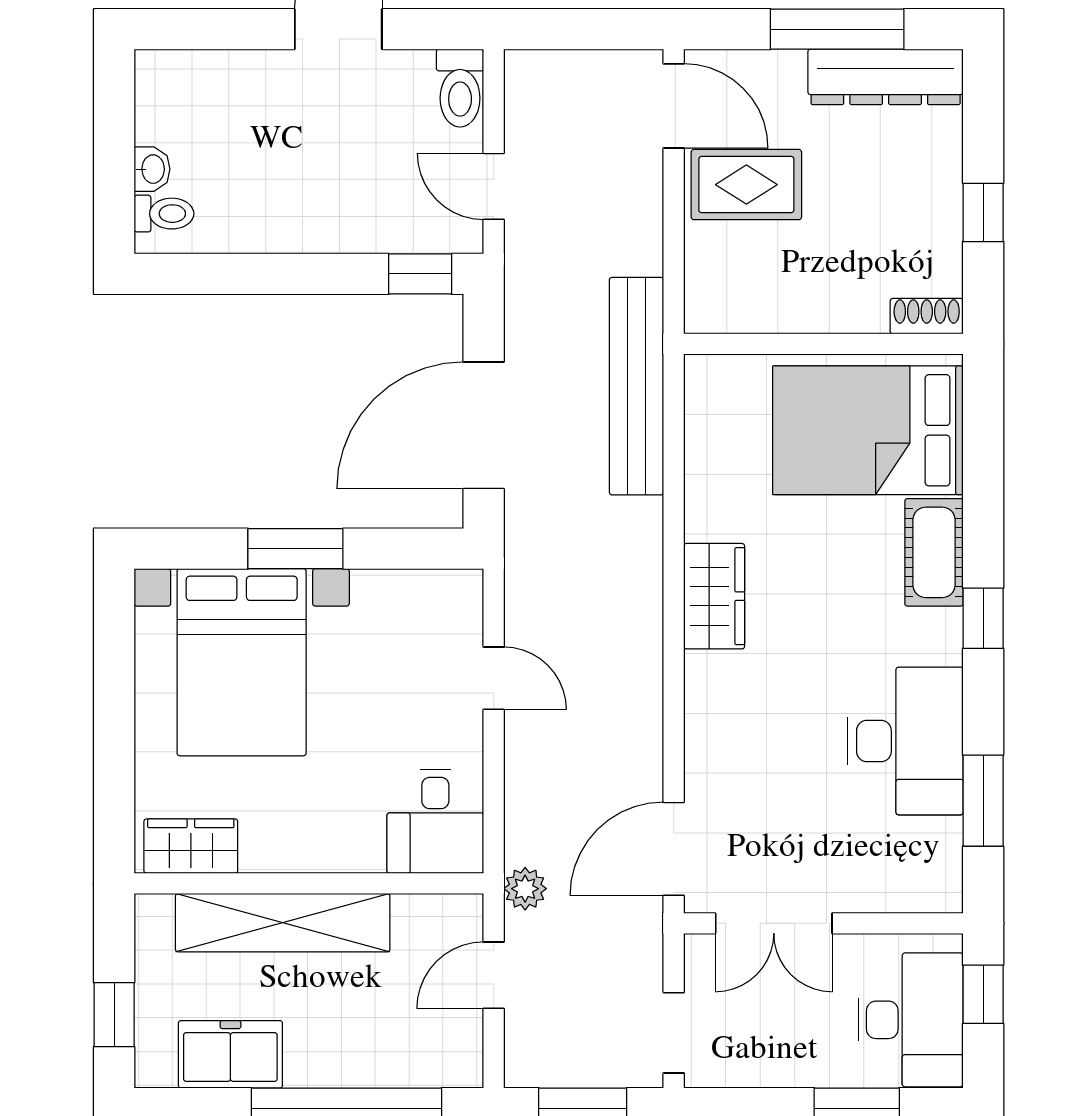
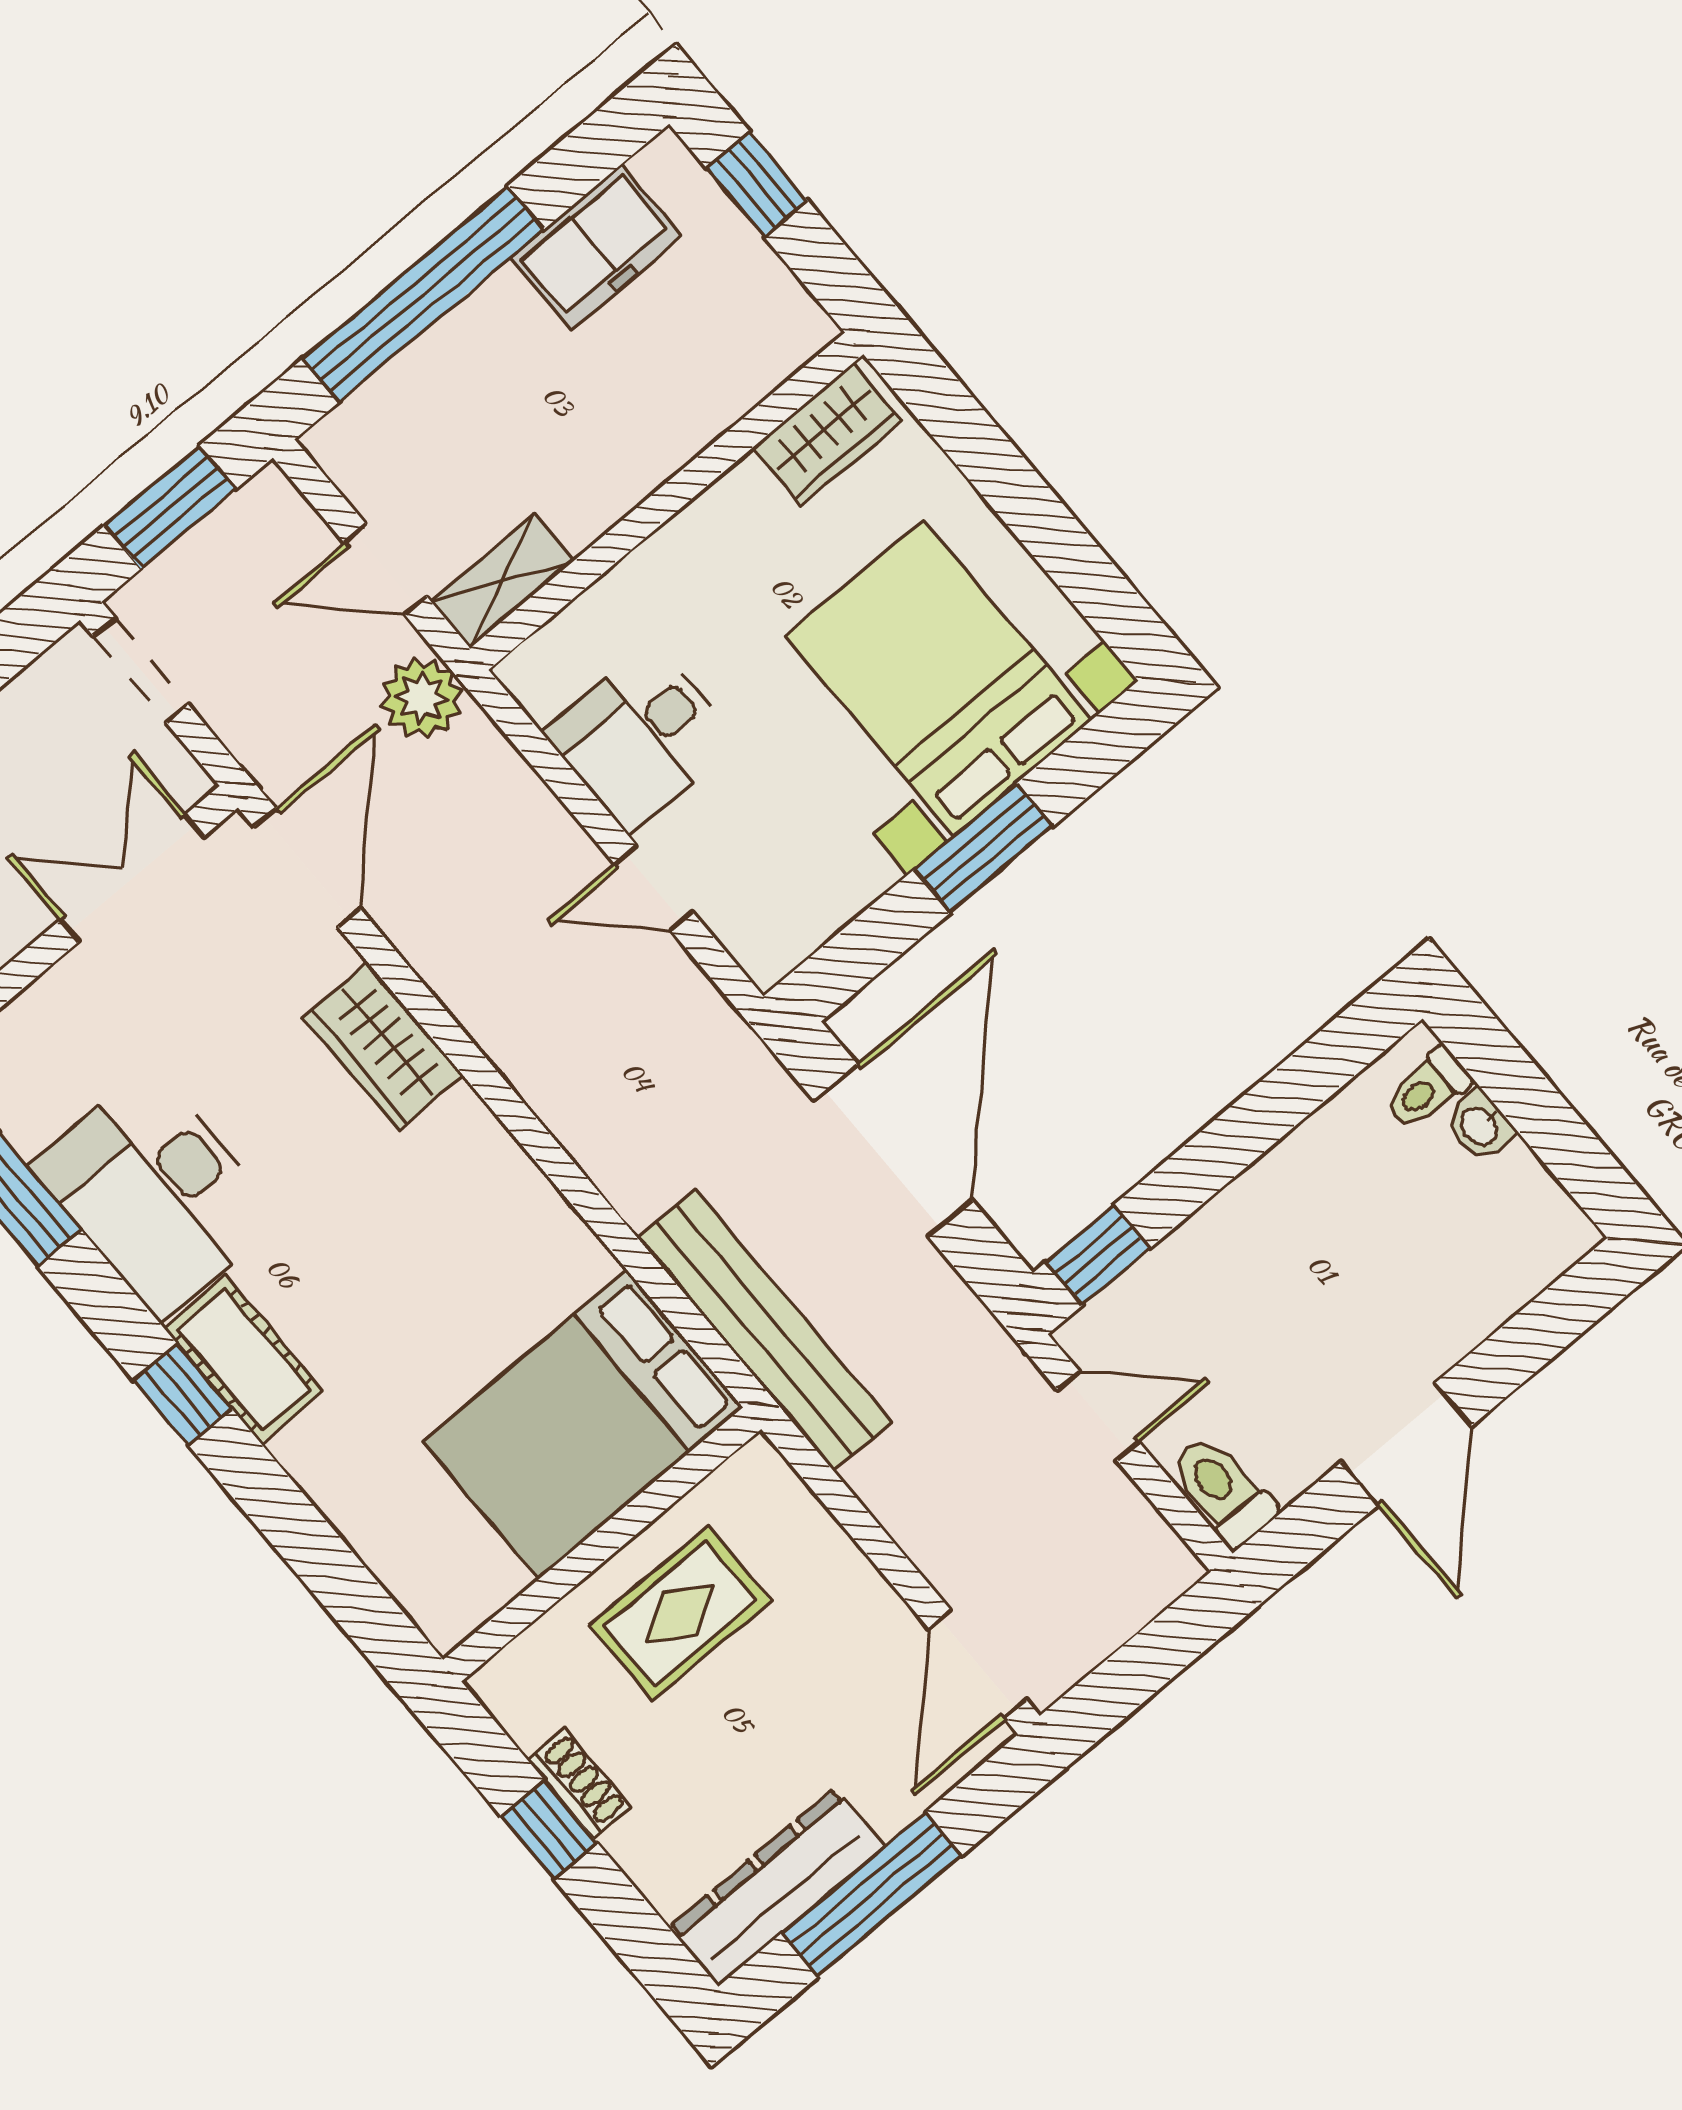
door: (674, 106) -> (978, 1664), hinge flipped
rug: (746, 185) -> (680, 1613), moved
shoe rack: (927, 316) -> (579, 1783), moved, turned -90
bed: (868, 430) -> (583, 1424), moved, turned 180
cot: (934, 552) -> (244, 1360), moved
wardrobe: (714, 596) -> (383, 1046), moved
desk: (435, 821) -> (640, 737), moved, turned -90
plant: (525, 889) -> (421, 698), width x1.38, depth x1.38
shelving: (283, 923) -> (503, 581), moved, width x0.45, depth x0.75
door: (494, 975) -> (385, 569), swing flipped

